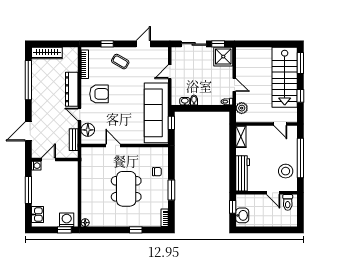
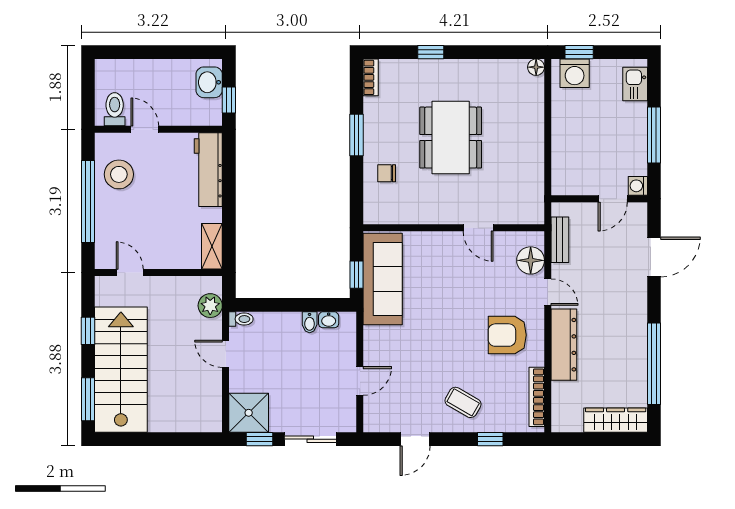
sofa: (156, 113) -> (383, 279), width x0.74, depth x0.79

